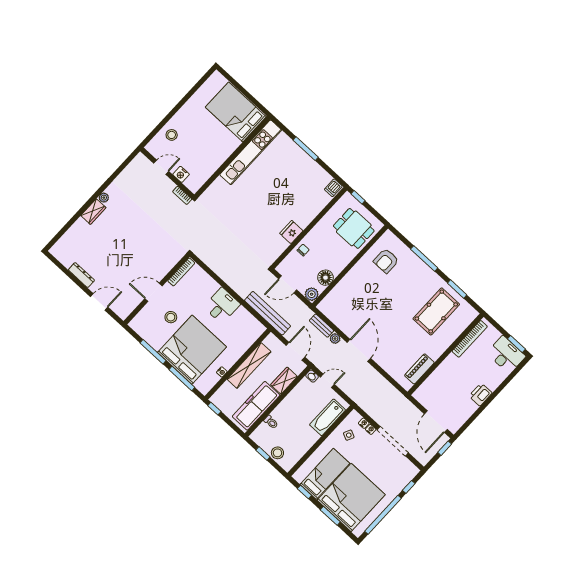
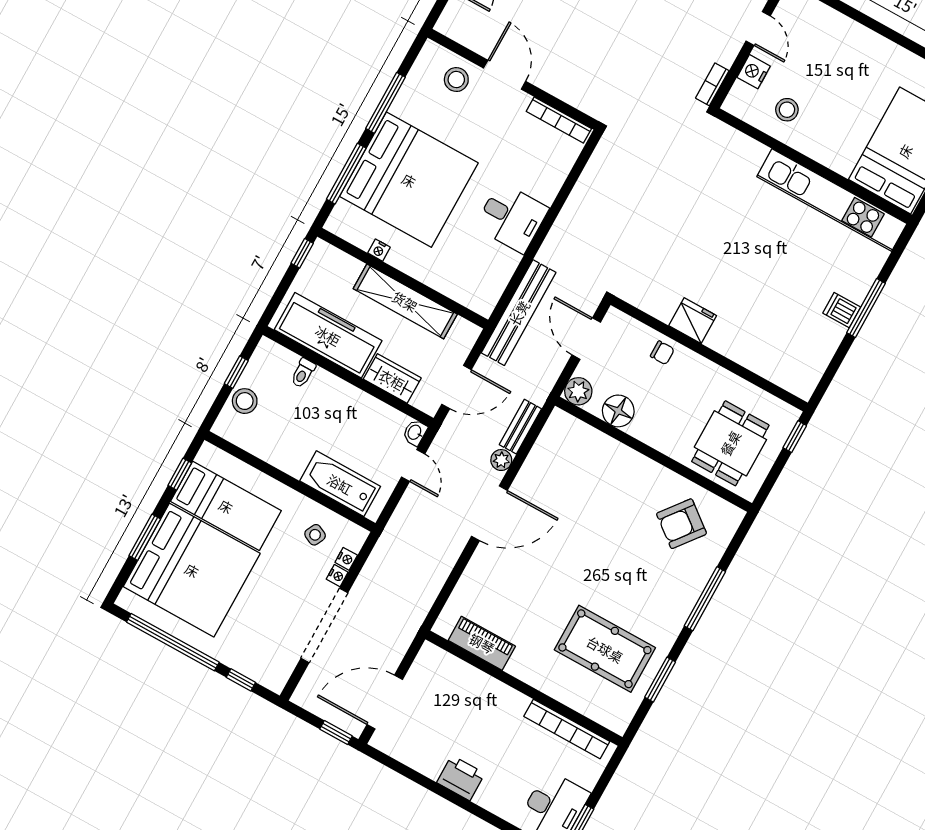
stool: (172, 135) -> (787, 110), moved
dishwasher: (333, 188) -> (842, 310), moved
armchair: (386, 261) -> (681, 524), turned -52
stool: (171, 317) -> (456, 80), moved

